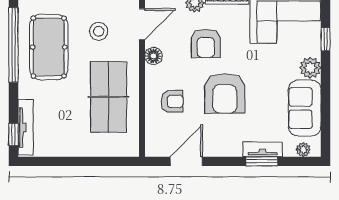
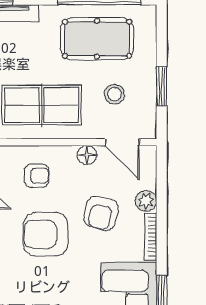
armchair: (206, 43) -> (101, 213), turned -77
armchair: (172, 101) -> (37, 176), turned -90

